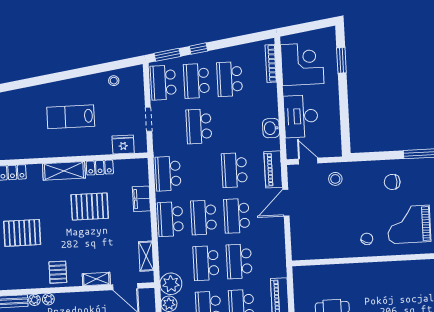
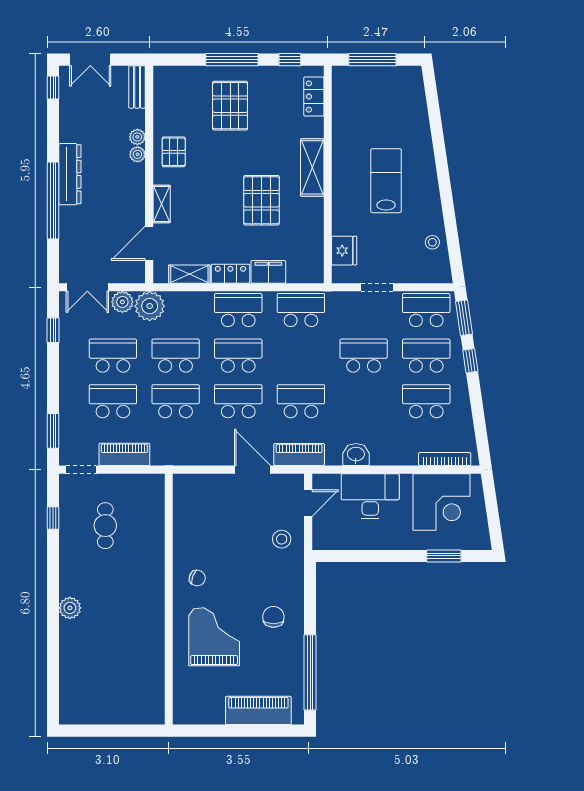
locker: (100, 168) -> (230, 274), moved, turned 90
pallet: (58, 272) -> (174, 152), turned 90
plant: (34, 300) -> (137, 154), moved

